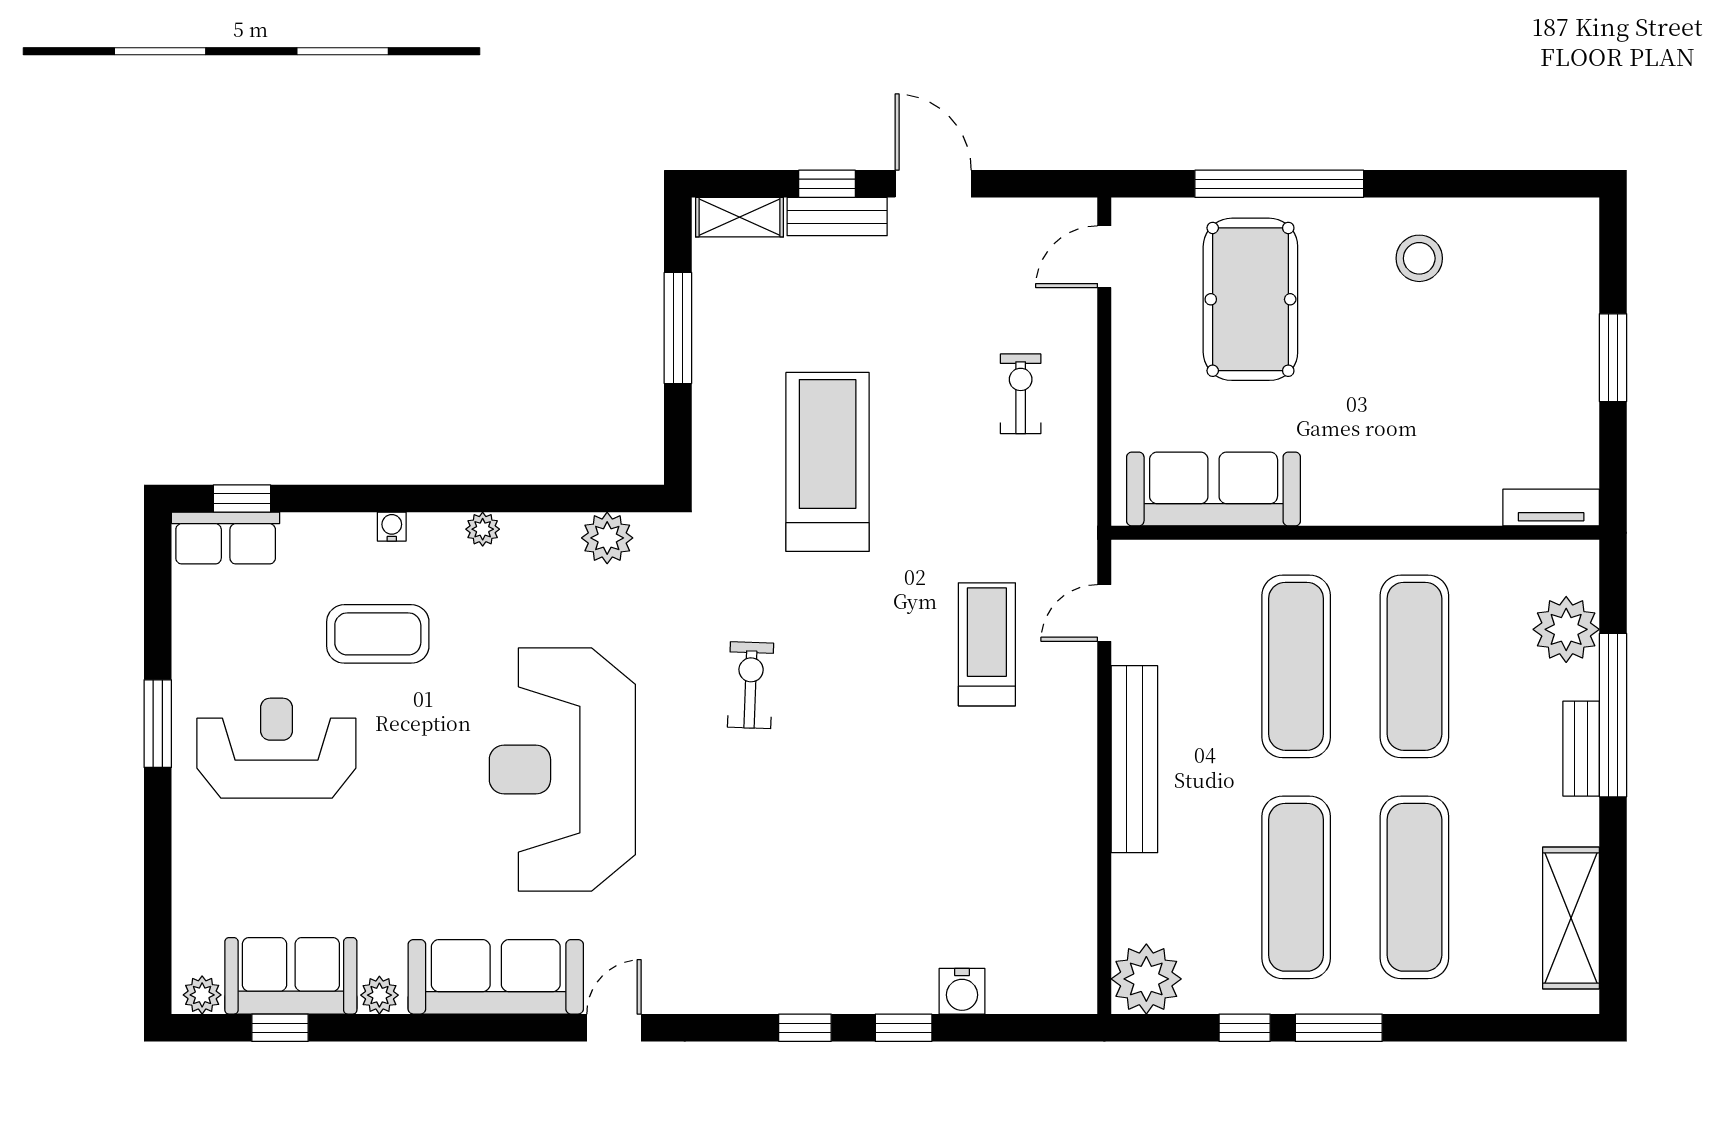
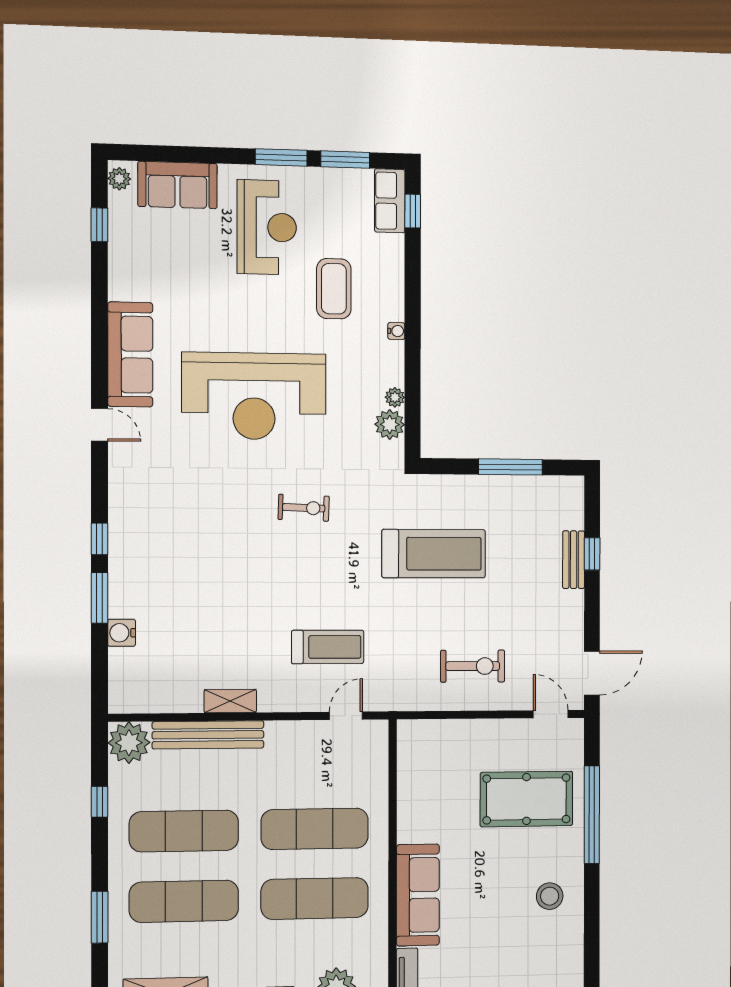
door: (933, 184) -> (592, 673), moved
shelving: (739, 217) -> (230, 701), moved, turned 90
exercise bike: (1021, 394) -> (473, 666), width x1.38, depth x1.39
sofa: (1214, 489) -> (418, 895), moved
water cooler: (392, 527) -> (396, 331), moved
plant: (483, 529) -> (395, 397), moved
door: (1104, 613) -> (346, 716), hinge flipped
window: (158, 615) -> (345, 160), added
bench: (1134, 759) -> (208, 735), moved
reception desk: (562, 770) -> (254, 396), turned 180
sofa: (291, 976) -> (178, 185), moved, turned 90
plant: (379, 995) -> (119, 285), removed
window: (904, 1028) -> (100, 598), width x1.50
window: (1339, 1028) -> (100, 917), moved

